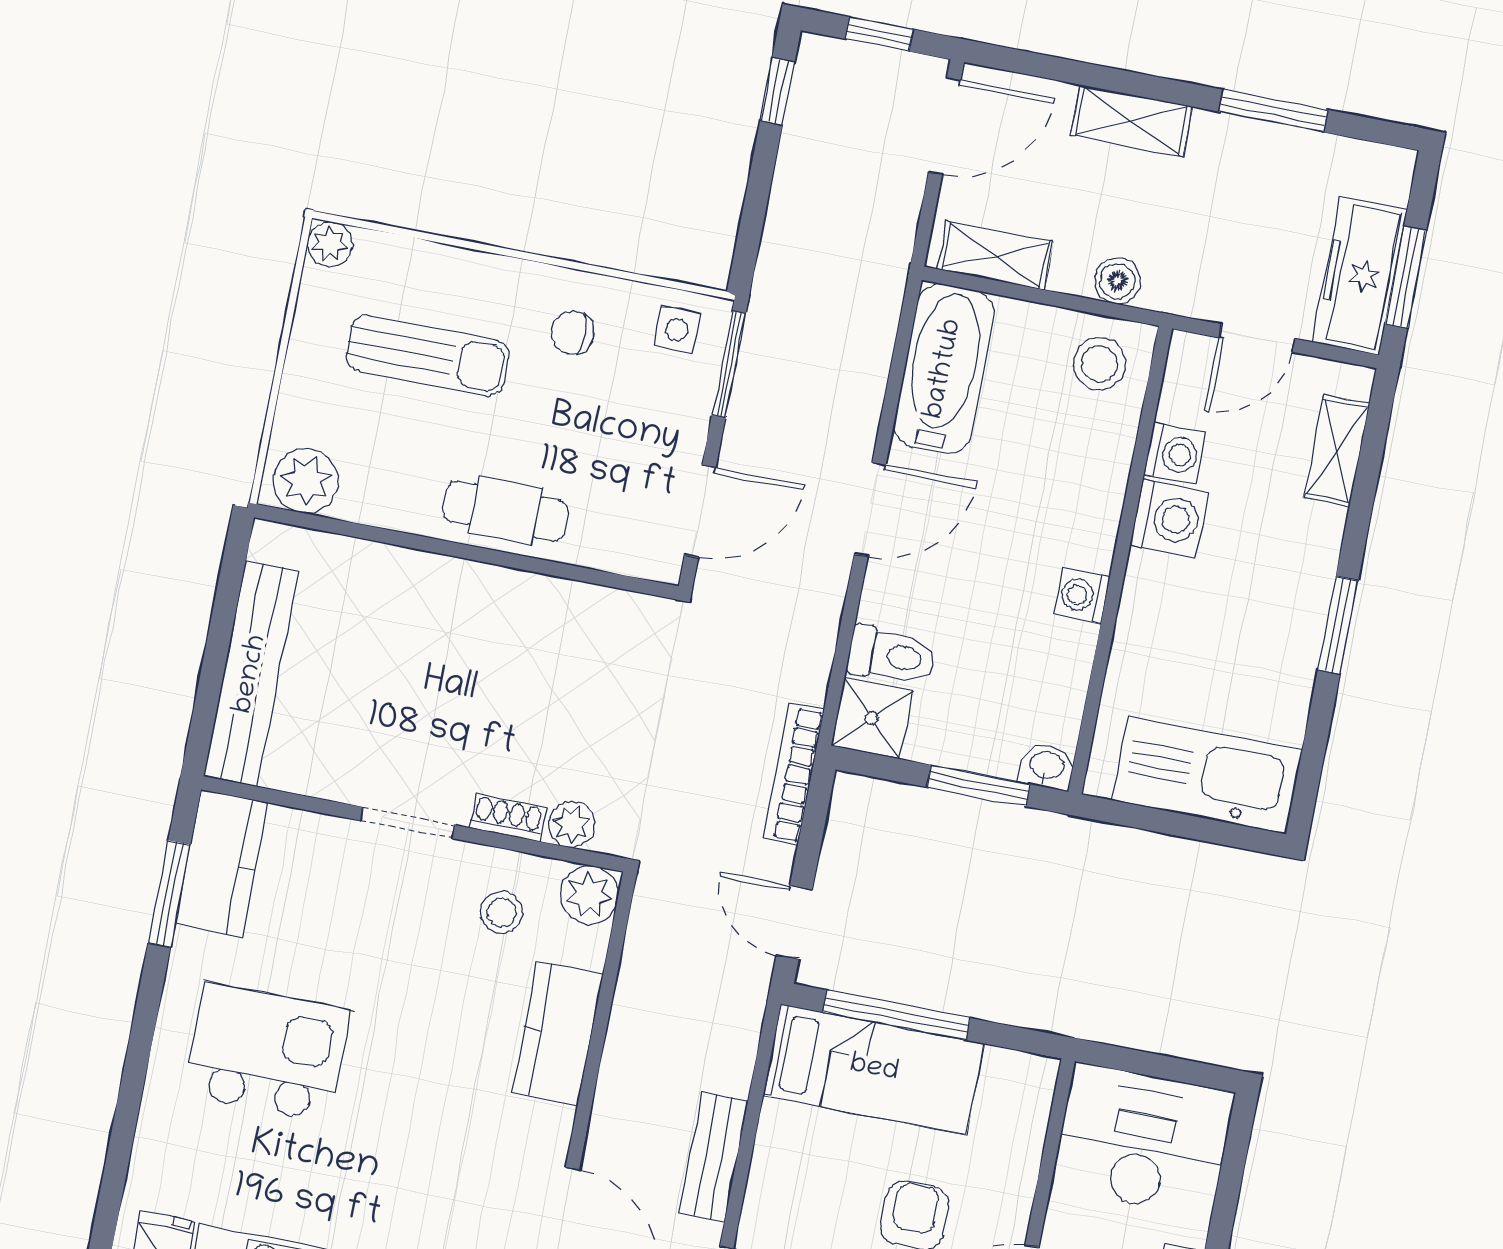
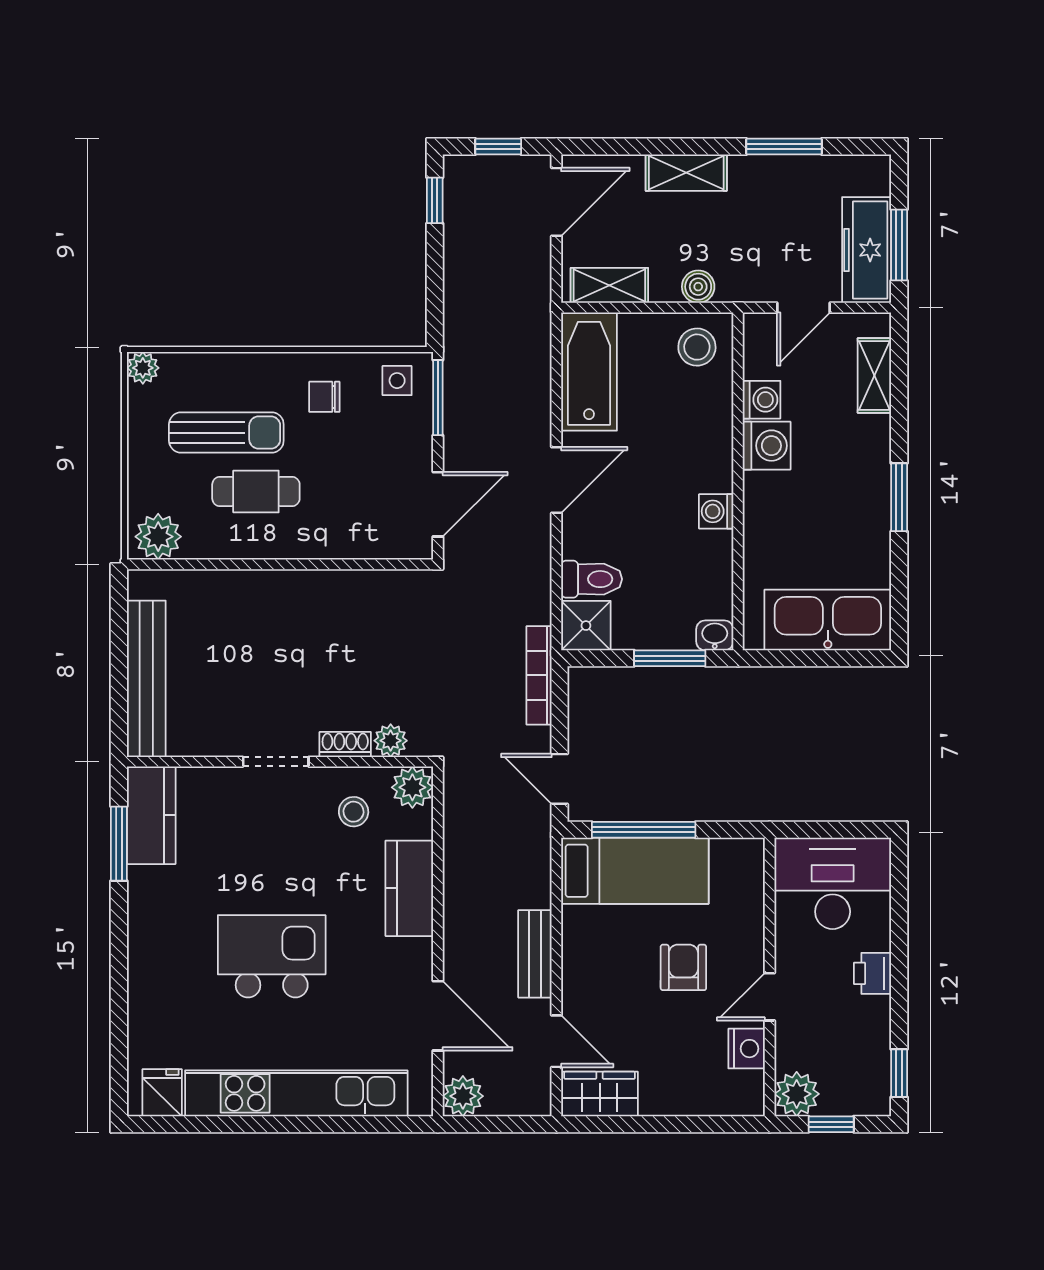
cafe table: (506, 511) -> (256, 492), moved
kitchen island: (267, 1052) -> (272, 956), moved

